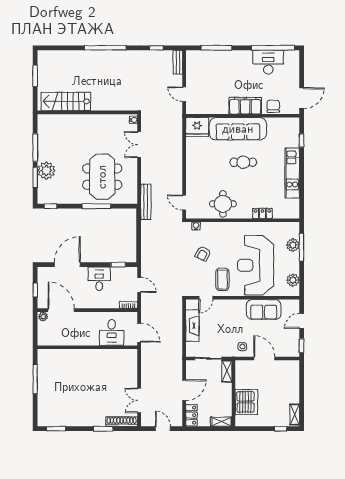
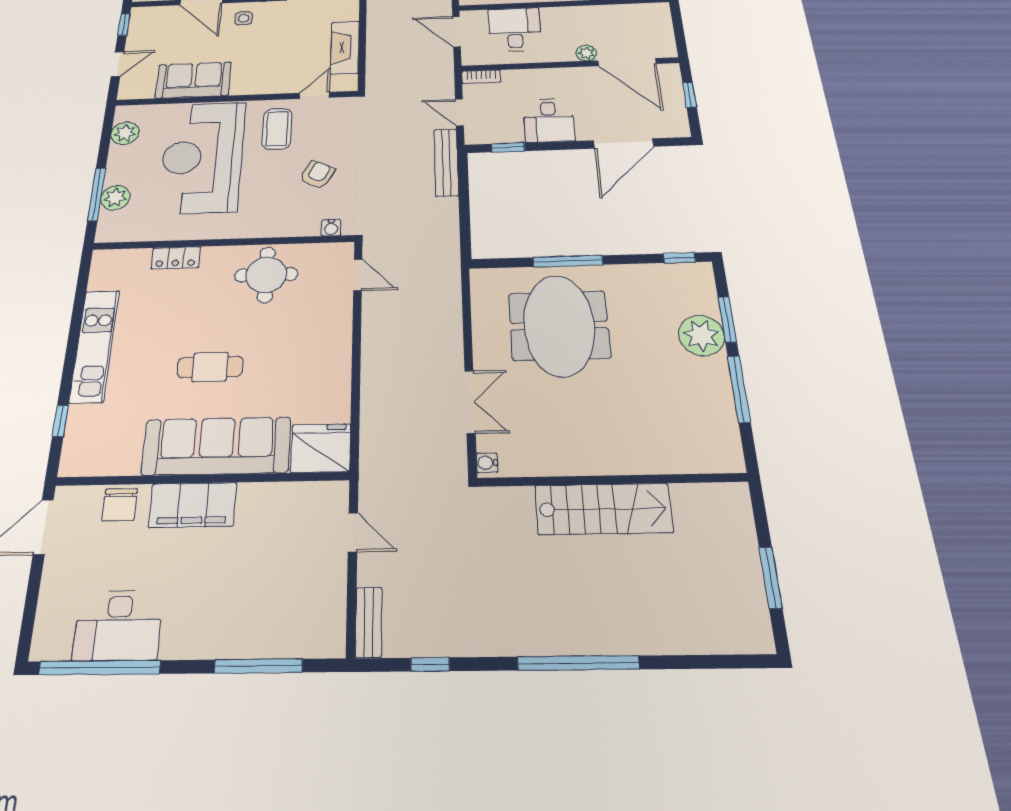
stairs: (66, 101) -> (603, 509), moved
bench: (146, 202) -> (446, 162), moved
reception desk: (256, 265) -> (202, 157), turned 180
plant: (43, 317) -> (586, 53), moved

